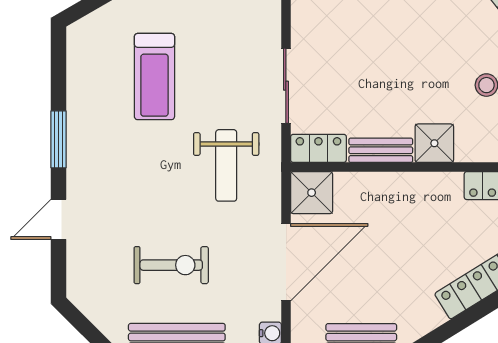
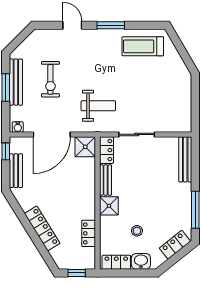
treadmill: (154, 77) -> (143, 46), moved
weight bench: (226, 165) -> (98, 106), turned 180
door: (286, 262) -> (52, 134), hinge flipped

